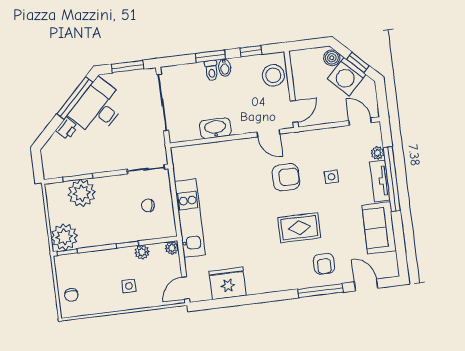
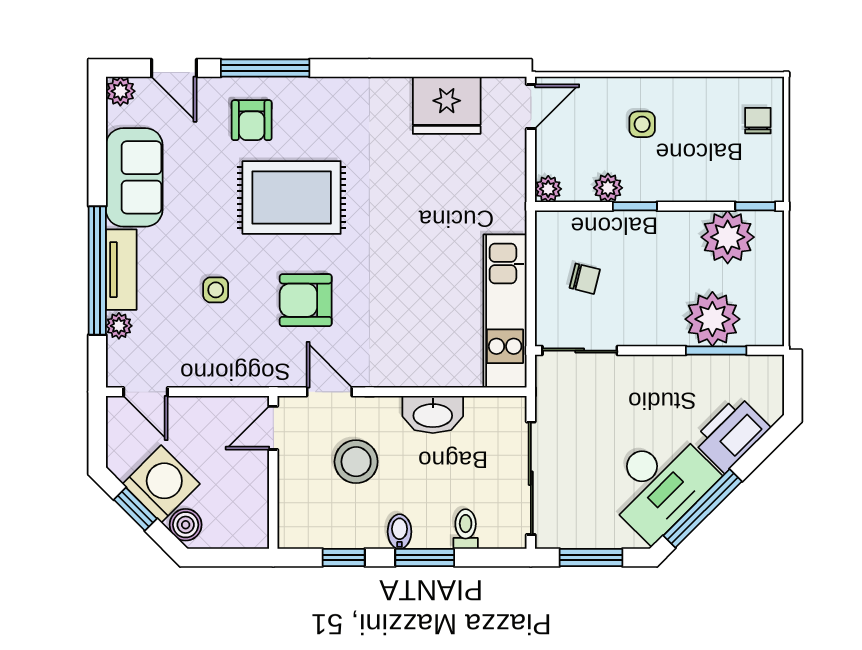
toilet: (211, 71) -> (466, 529), moved
stool: (273, 75) -> (356, 462), moved
printer: (67, 128) -> (731, 434), width x1.87, depth x1.48
kitchen unit: (190, 218) -> (505, 311), moved
rug: (299, 228) -> (292, 198), width x1.36, depth x1.43
plant: (64, 237) -> (728, 237), moved
armchair: (324, 264) -> (252, 120), turned 180
plant: (391, 270) -> (120, 91), added

